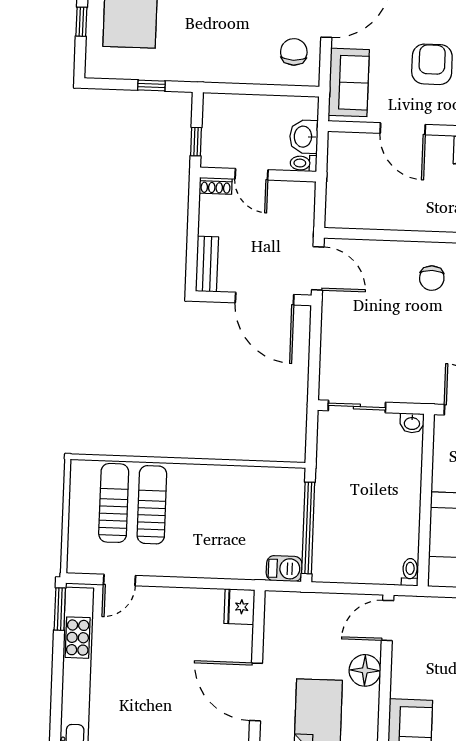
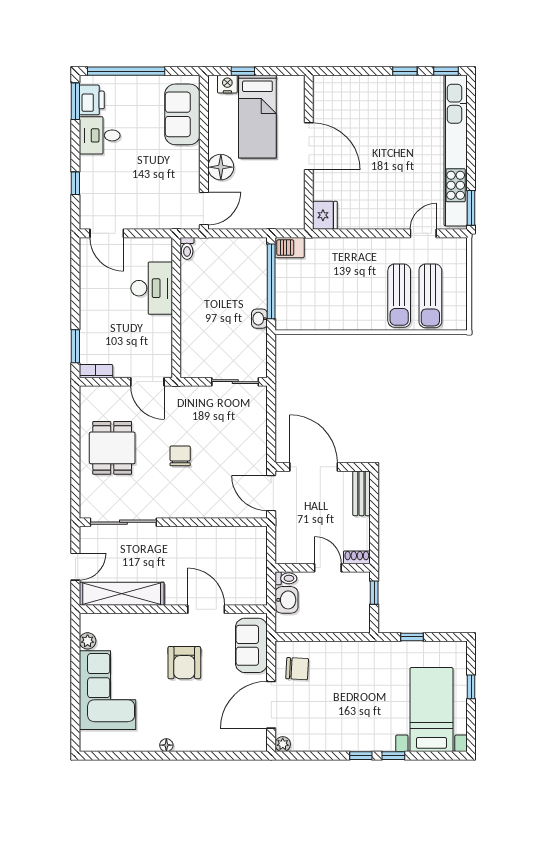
chair: (294, 52) -> (297, 669), turned -87
chair: (432, 278) -> (180, 456), moved
washbasin: (412, 423) -> (259, 319), moved, turned -90

